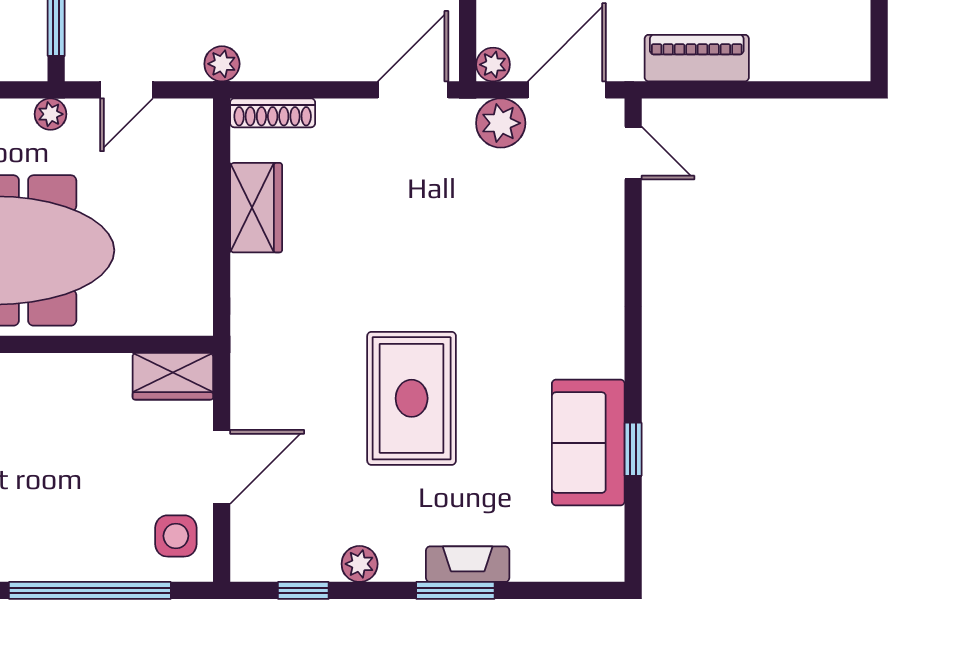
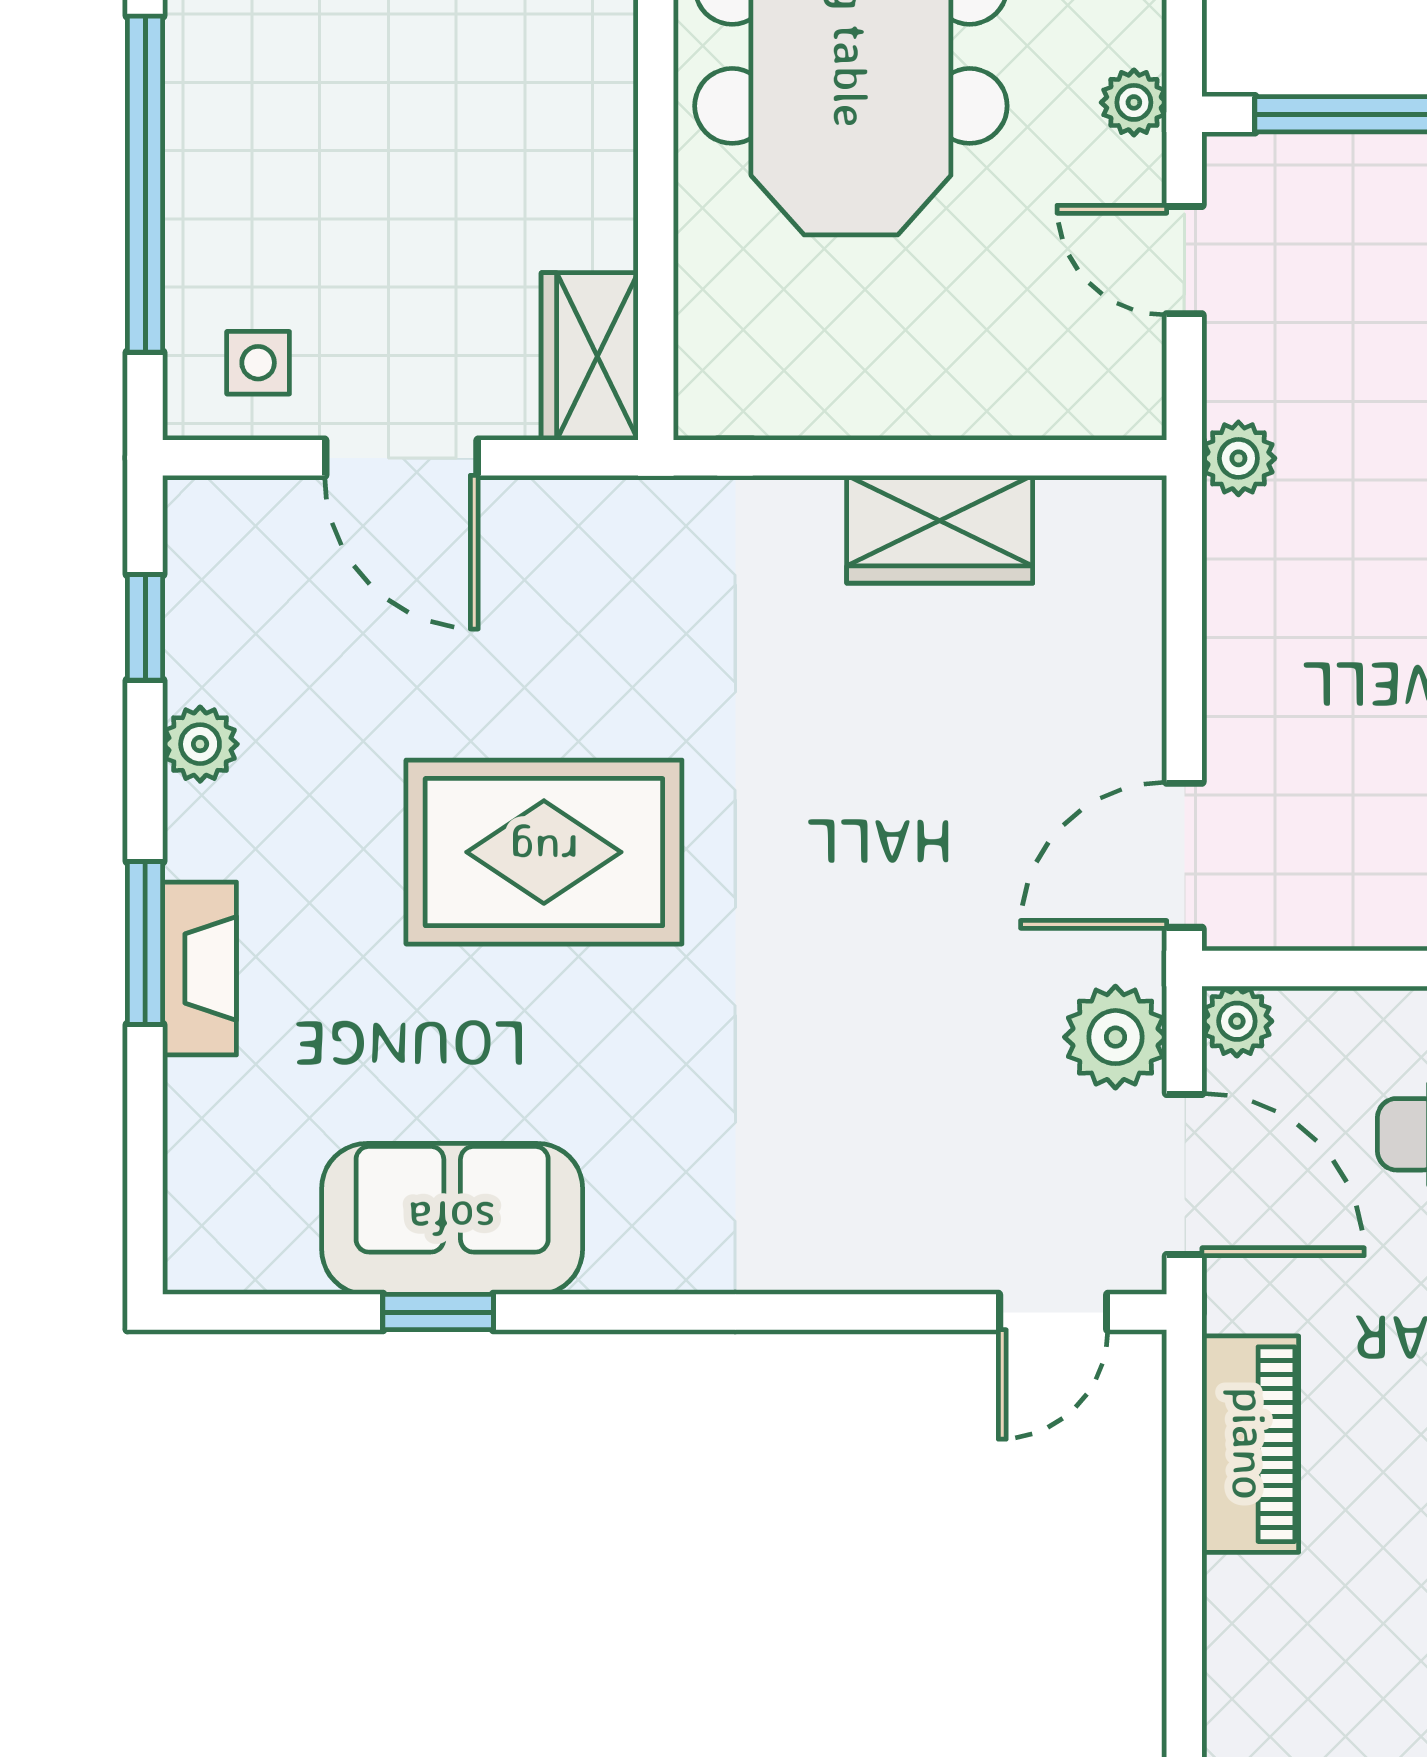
door: (413, 90) -> (1184, 855), swing flipped
shoe rack: (273, 113) -> (1137, 564), removed
side table: (176, 536) -> (258, 363), width x0.73, depth x0.73

